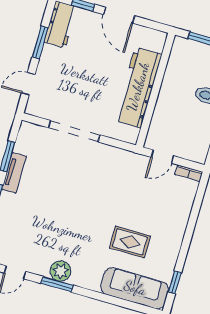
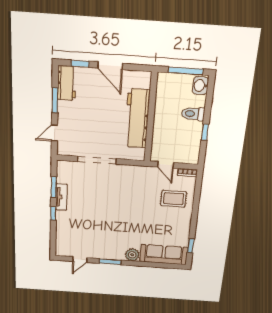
door: (162, 156) -> (166, 165), hinge flipped
rug: (130, 242) -> (174, 199), moved
plant: (60, 271) -> (132, 255), moved

